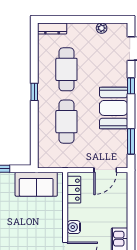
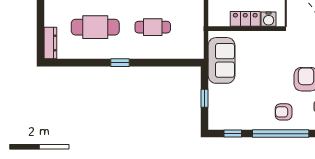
cafe table: (66, 122) -> (153, 27), width x0.73, depth x0.74
locker: (74, 190) -> (245, 19), moved

